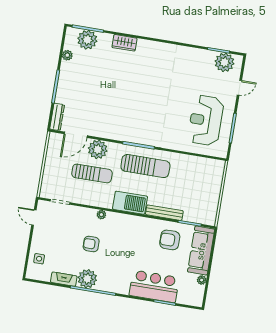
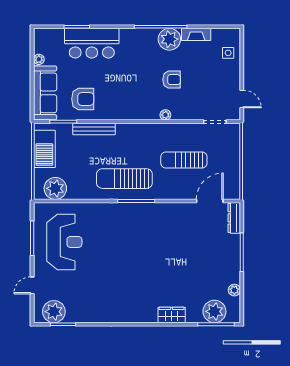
plant: (98, 149) -> (55, 188), moved
barbecue: (130, 203) -> (44, 149), moved, turned -90

